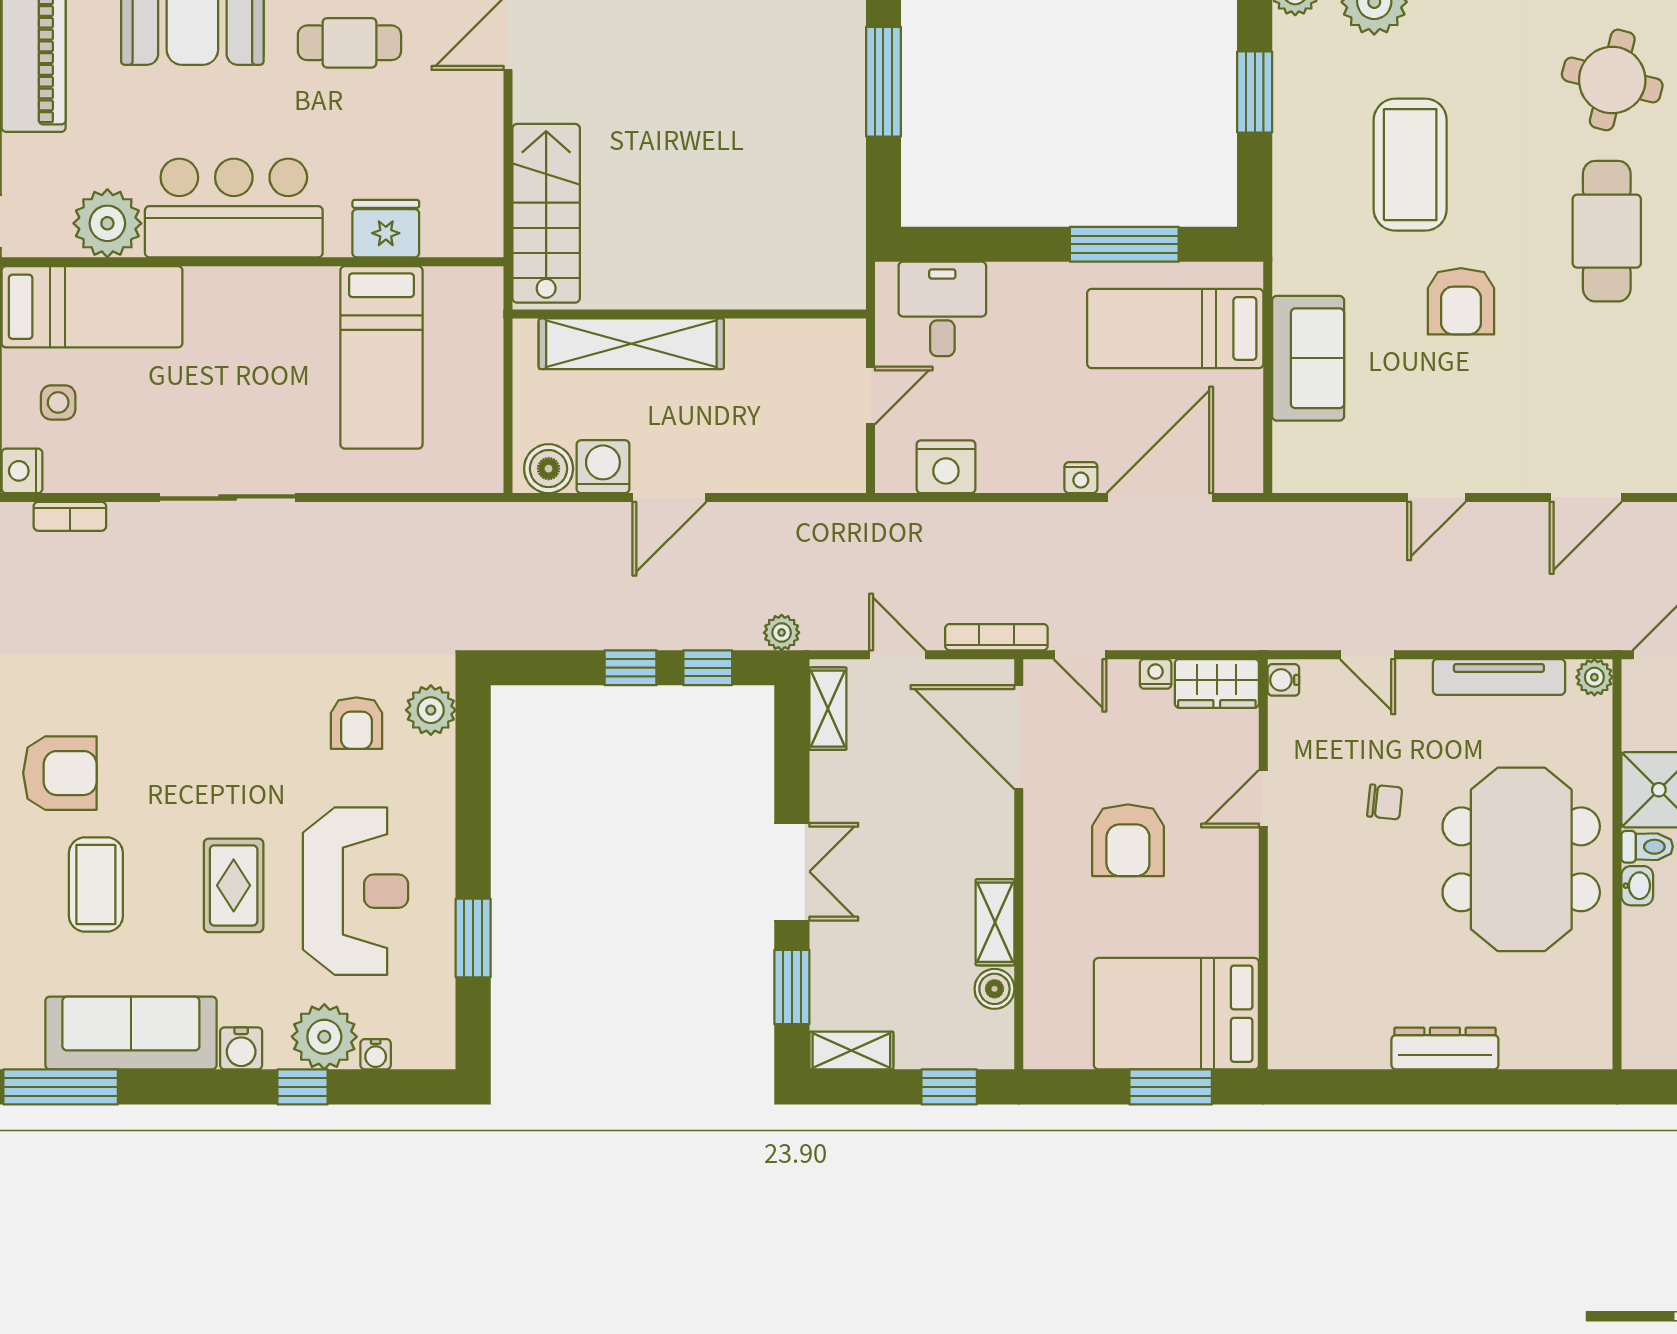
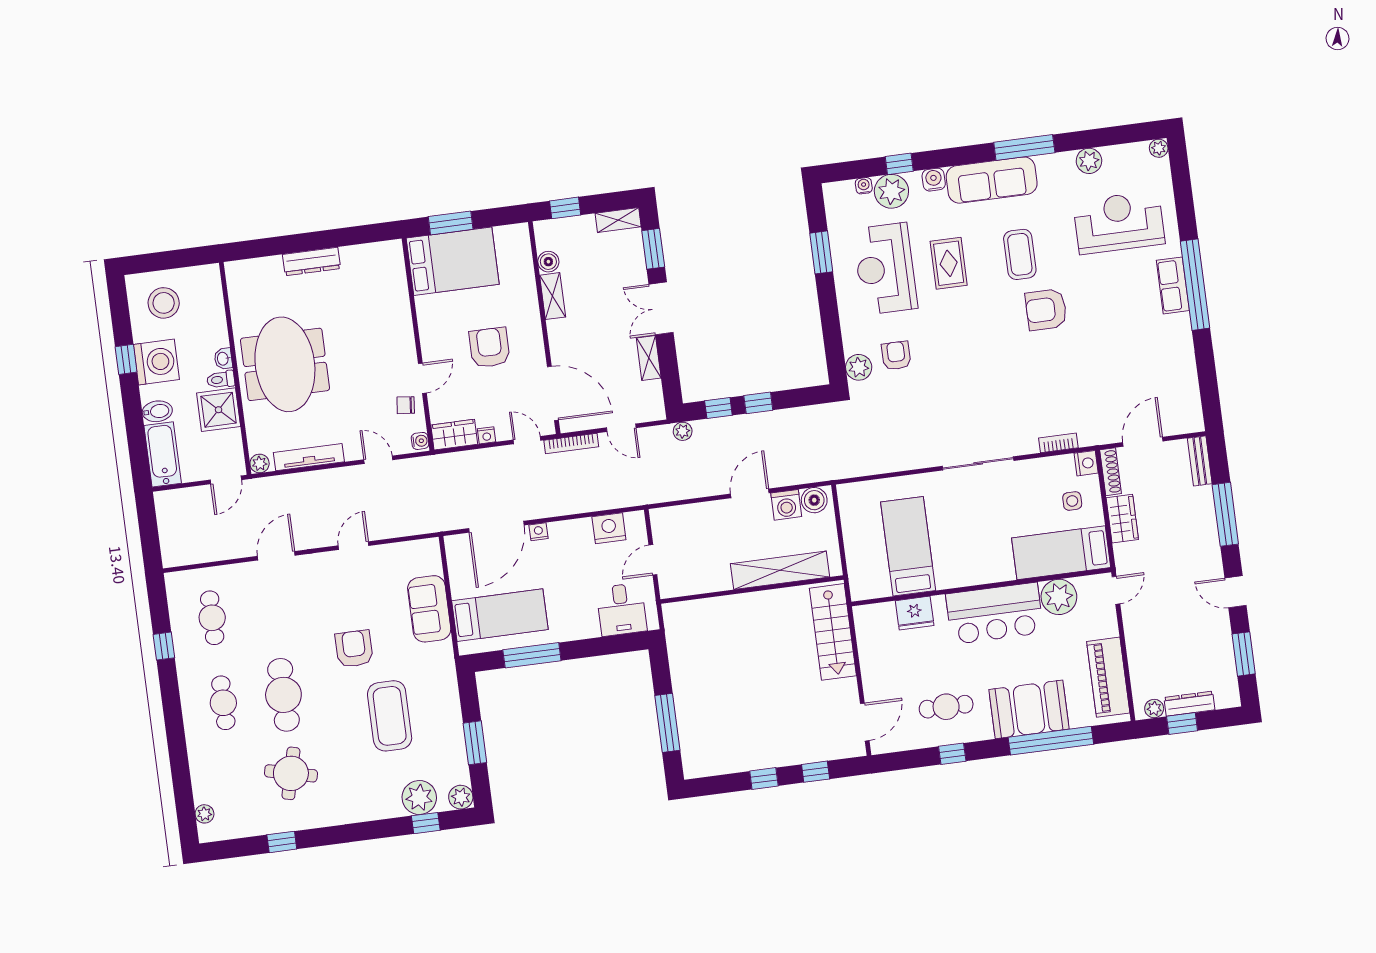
shelving: (828, 709) -> (649, 358), moved
chair: (1385, 802) -> (406, 405), moved

